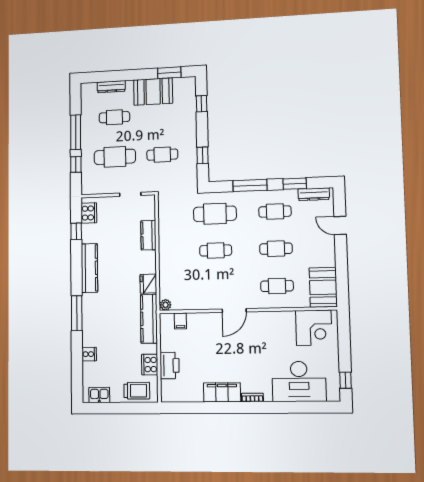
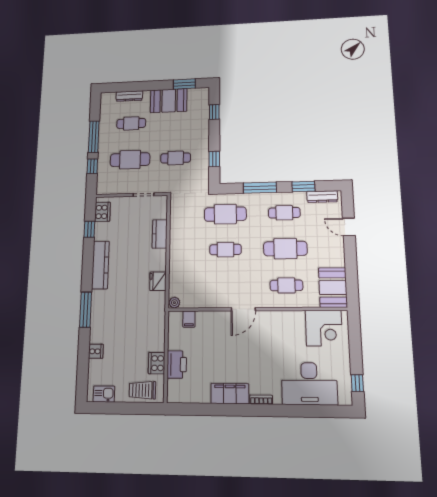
cafe table: (276, 249) -> (285, 249), width x1.37, depth x1.35
kitchen counter: (149, 319) -> (157, 316), removed
trolley: (137, 391) -> (142, 390), turned 180

